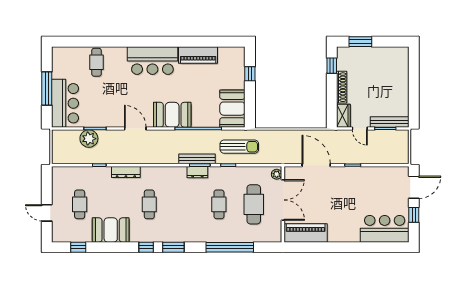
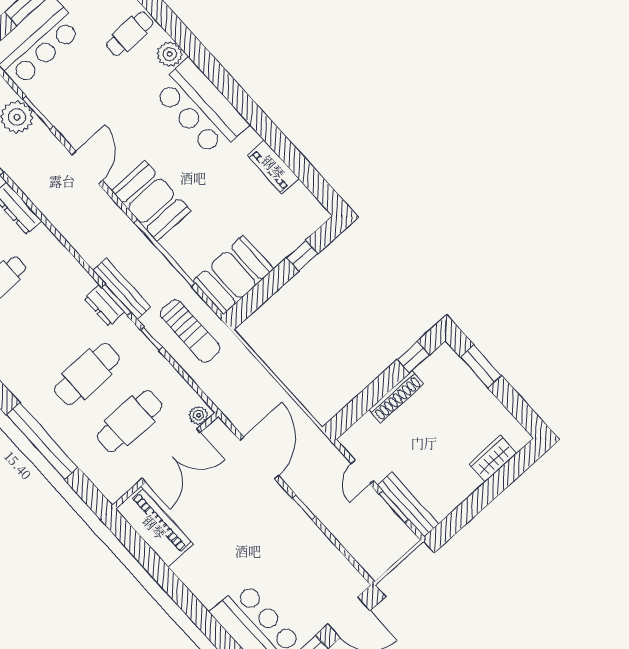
plant: (119, 53) -> (170, 54), added
piano: (198, 55) -> (273, 167), width x0.73, depth x0.75
wardrobe: (343, 116) -> (493, 459), moved, turned 180
cafe table: (219, 204) -> (87, 374), width x1.37, depth x1.35

